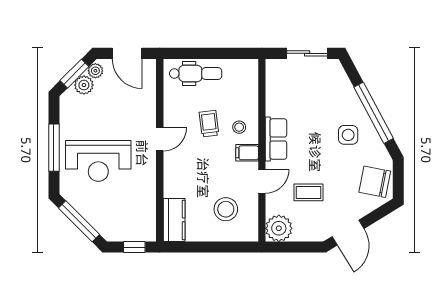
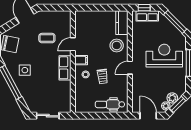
stool: (226, 209) -> (117, 46), moved
plant: (279, 228) -> (63, 18), removed
row of seats: (129, 232) -> (147, 16), added

